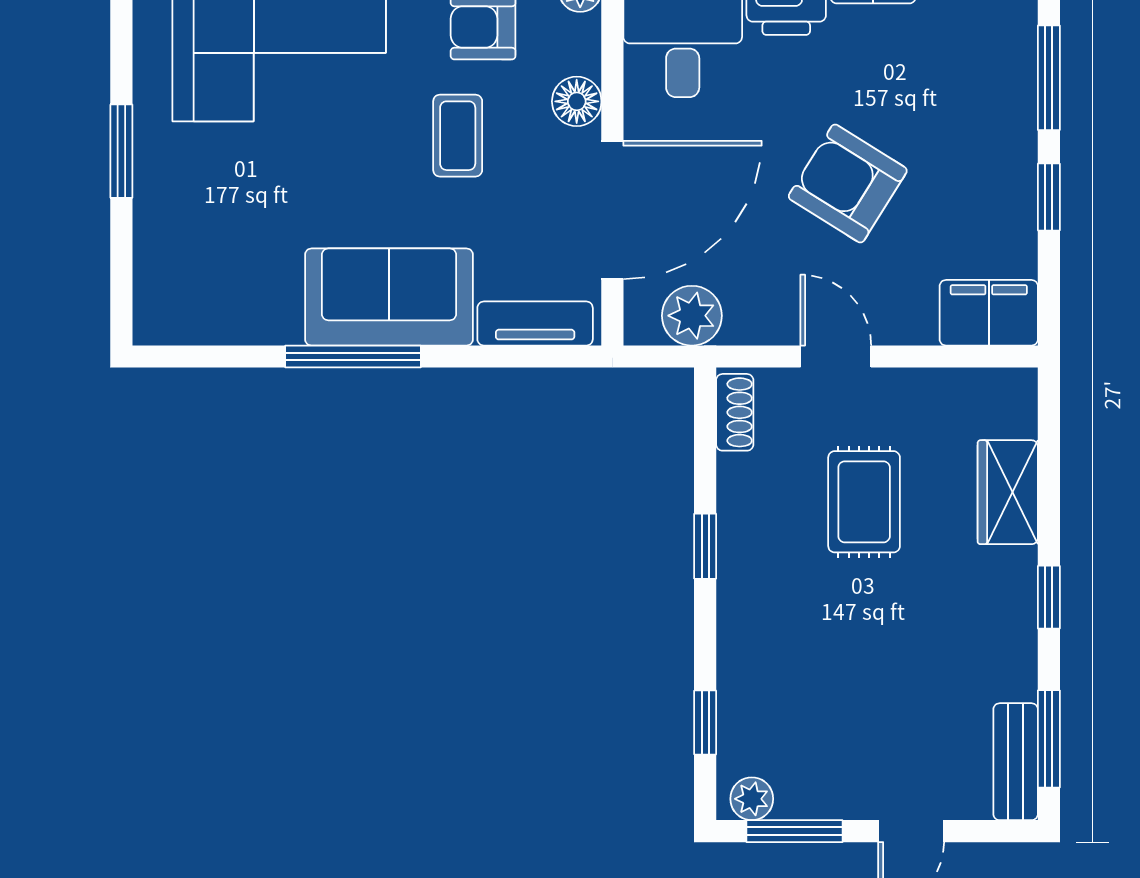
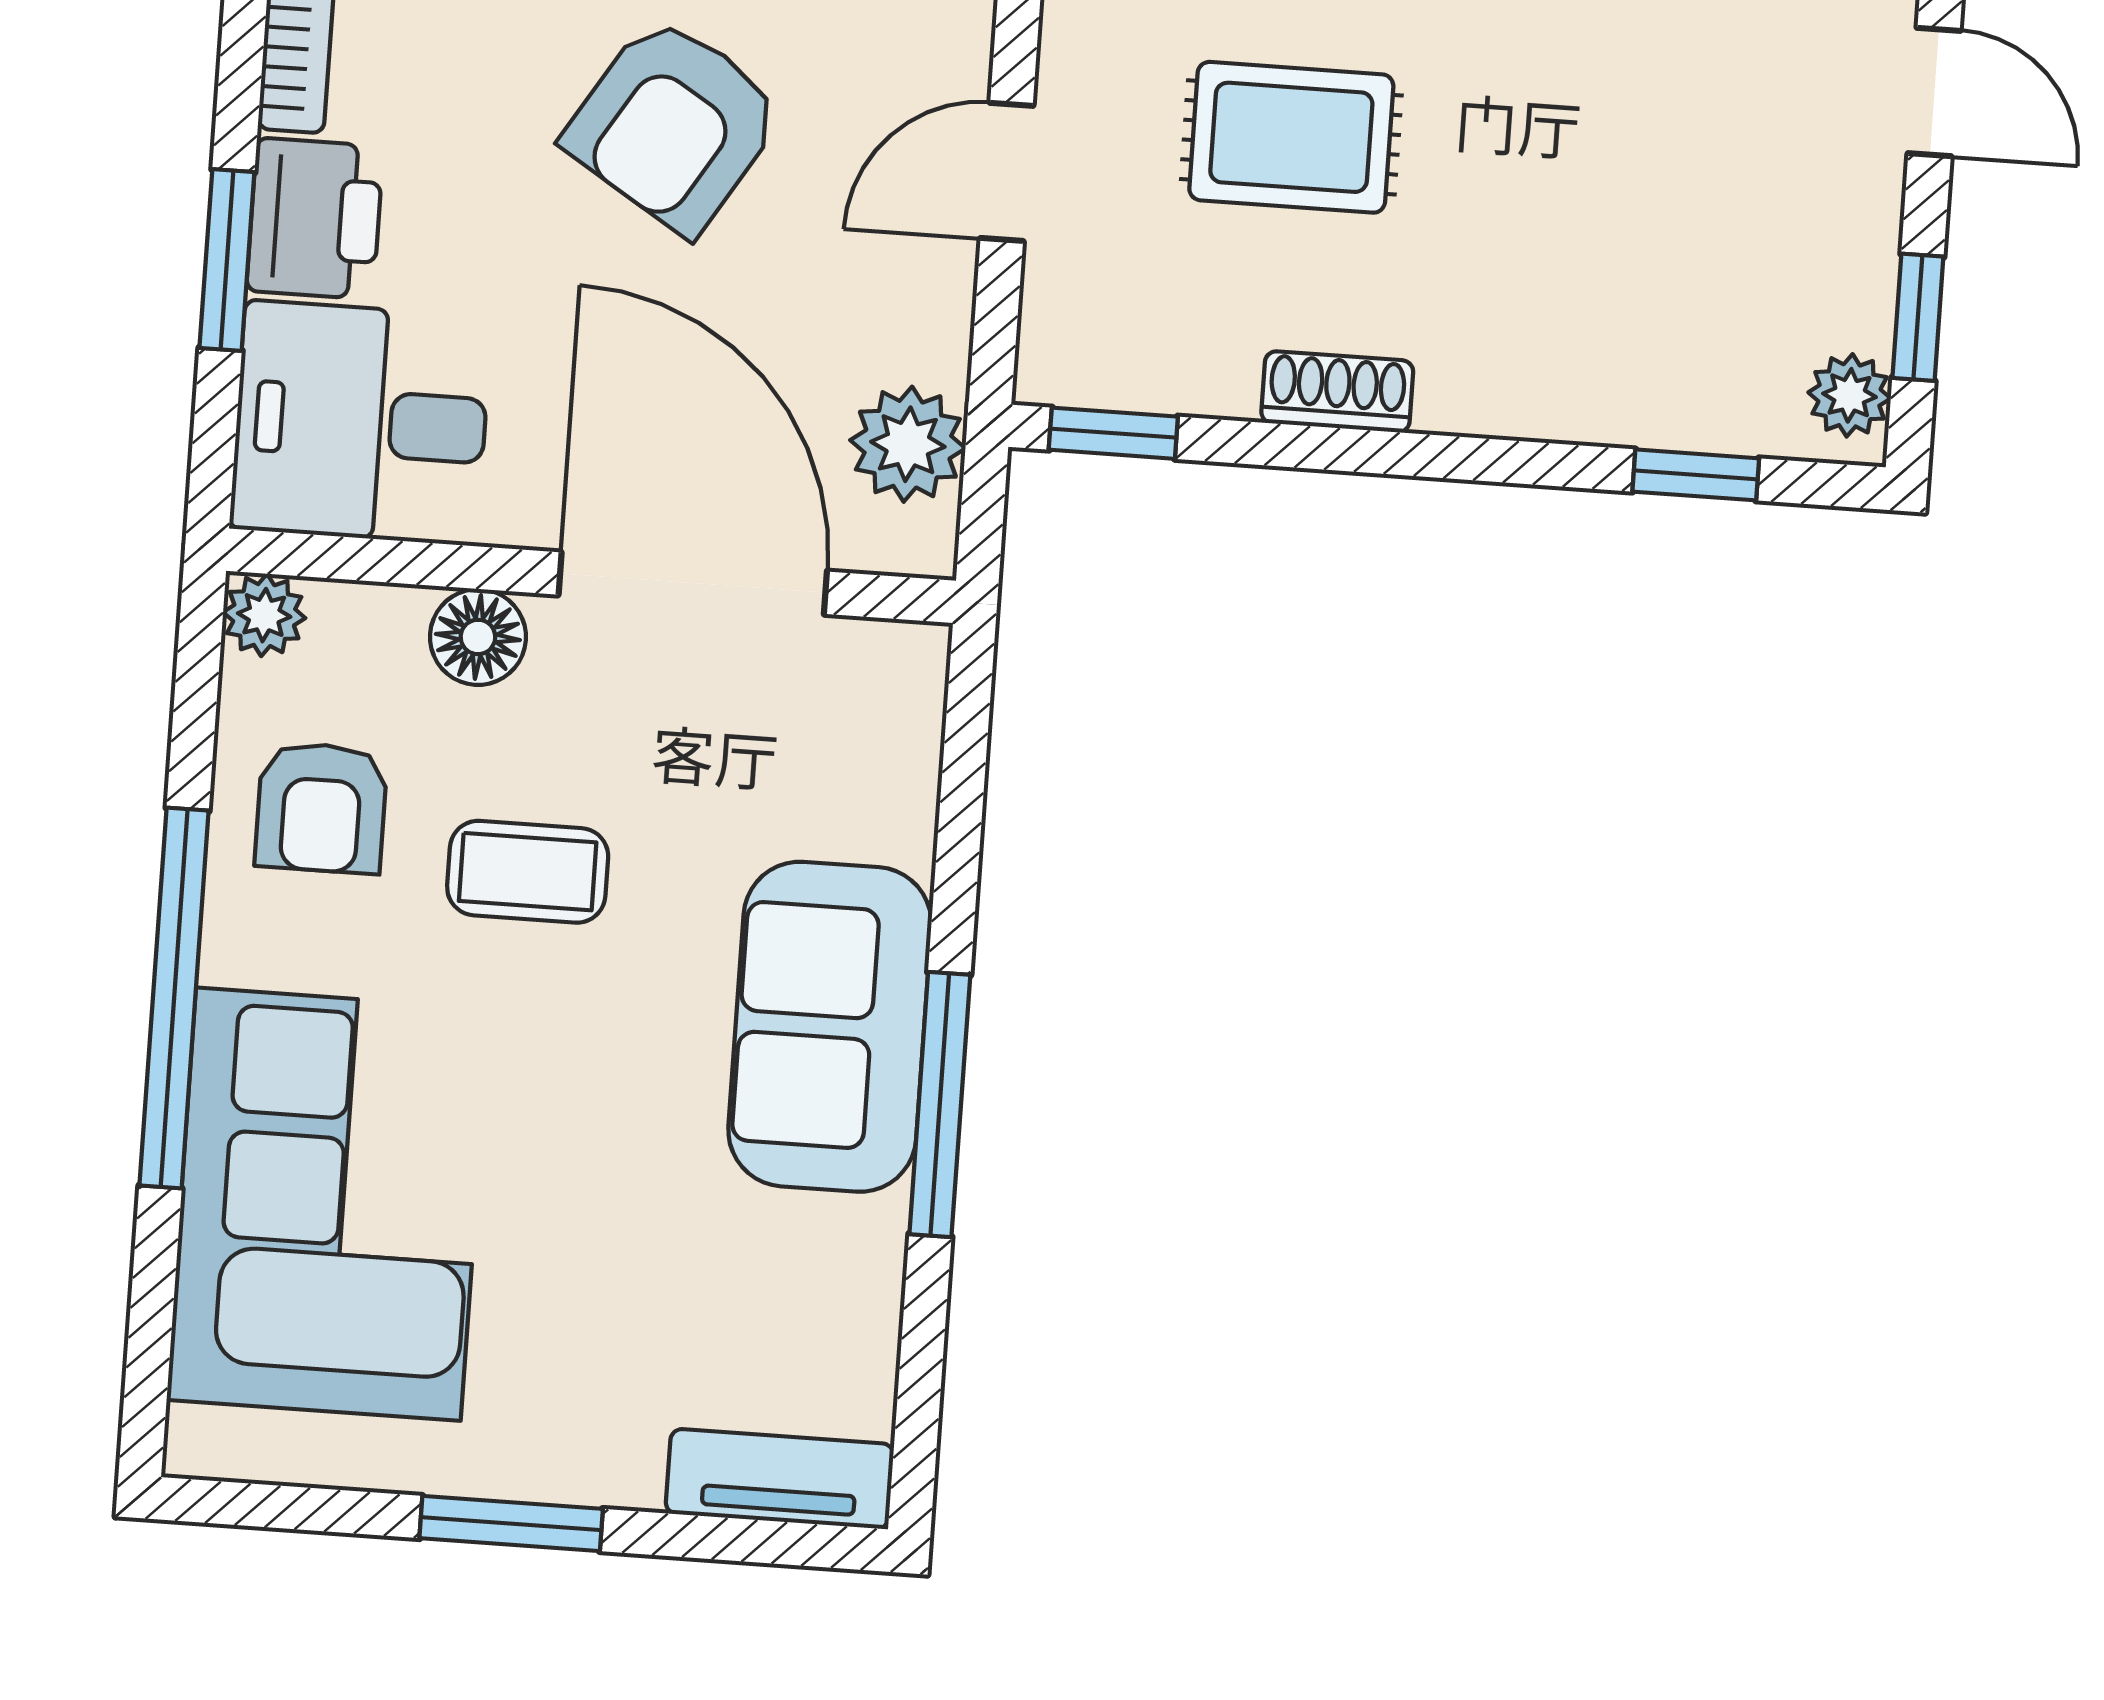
tv unit: (535, 324) -> (780, 1479), moved, turned 90
shoe rack: (735, 412) -> (1337, 392), moved
window: (705, 546) -> (1113, 433), moved
window: (795, 831) -> (1918, 317), width x0.67

